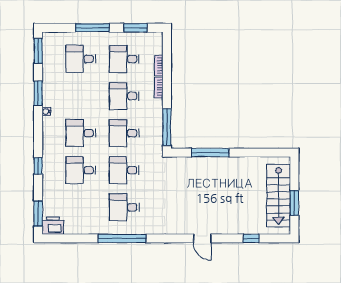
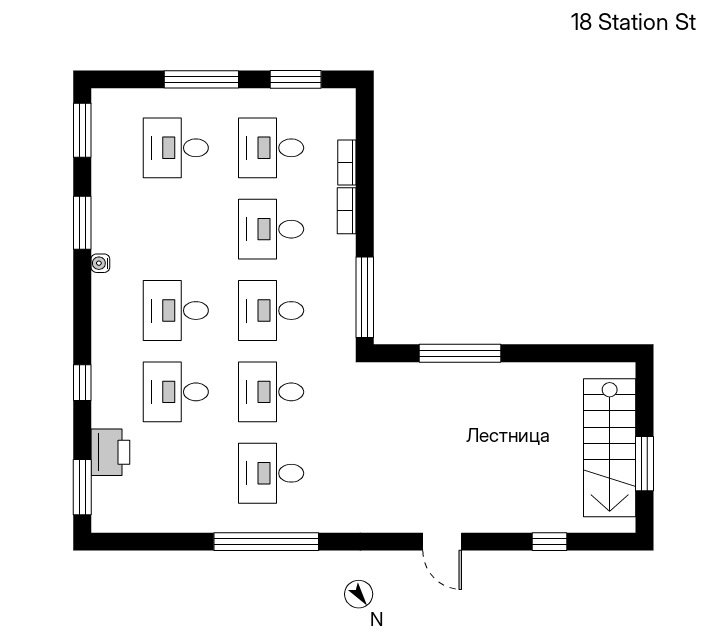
printer: (53, 226) -> (110, 452), moved, turned 90

